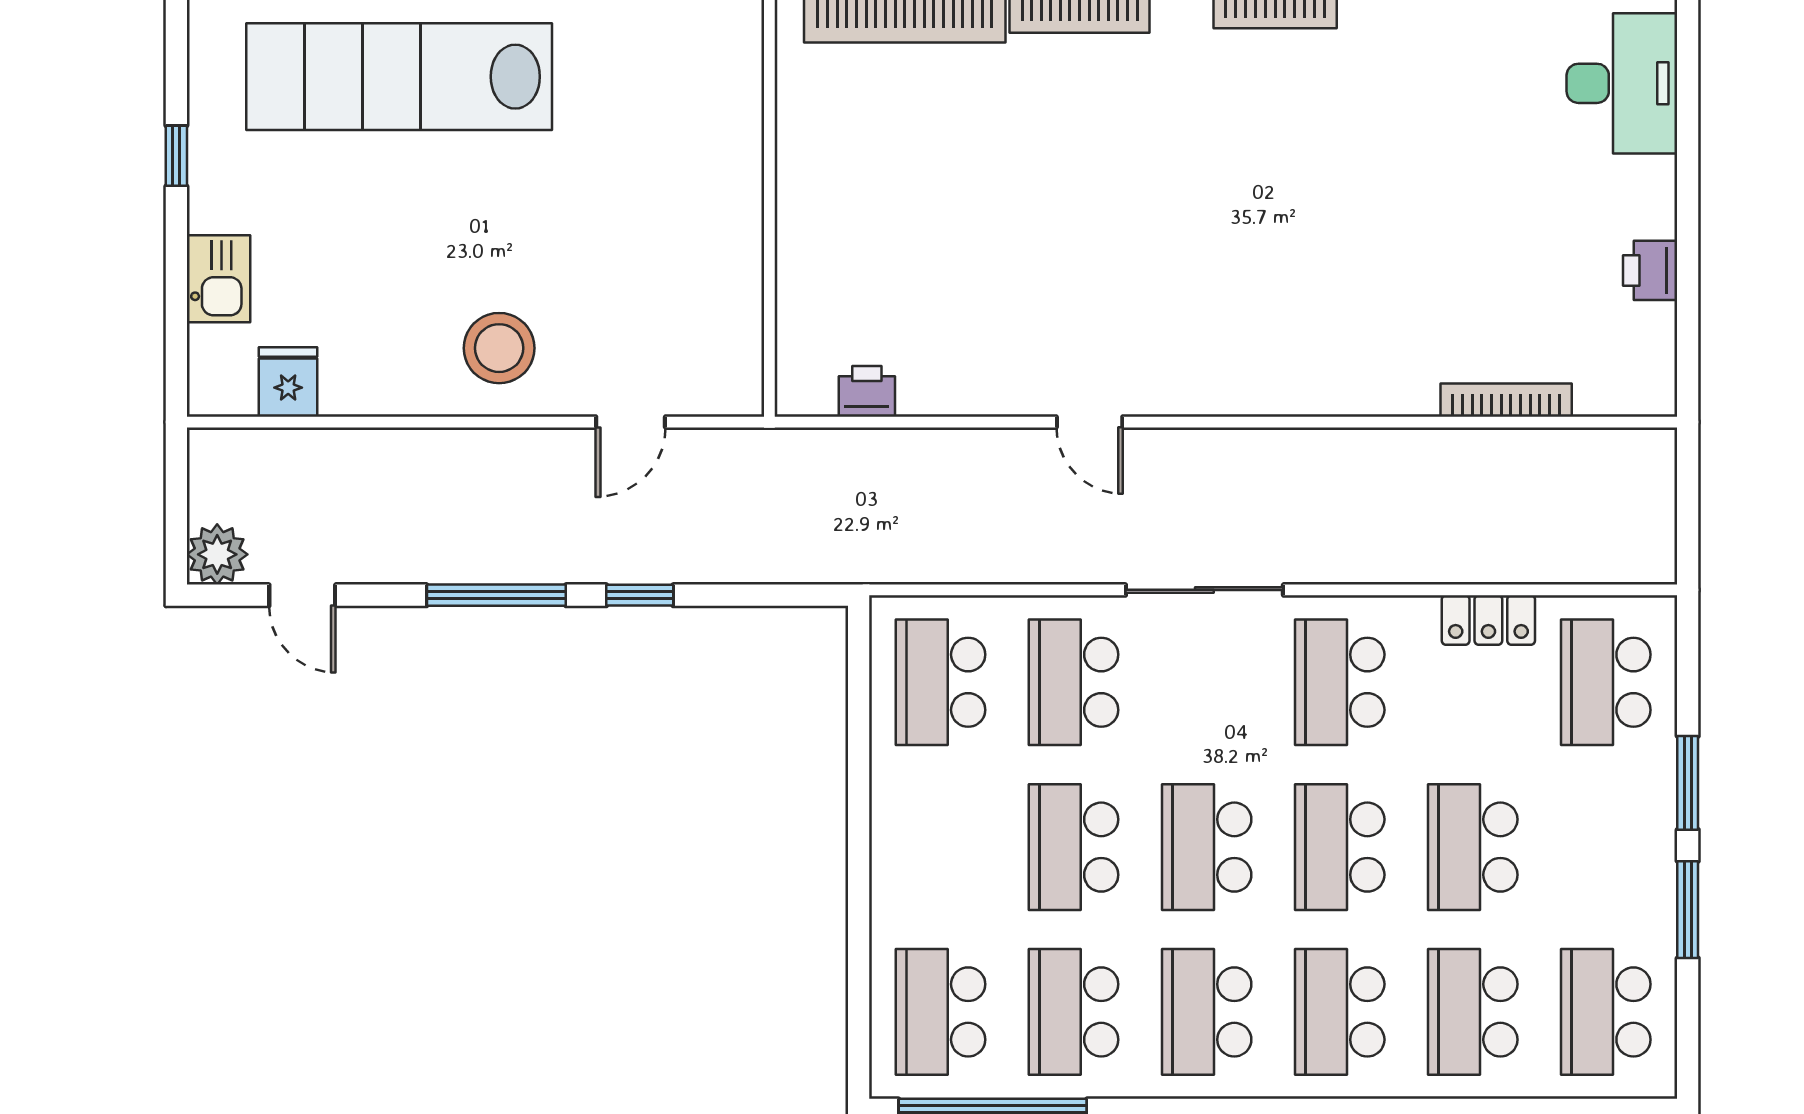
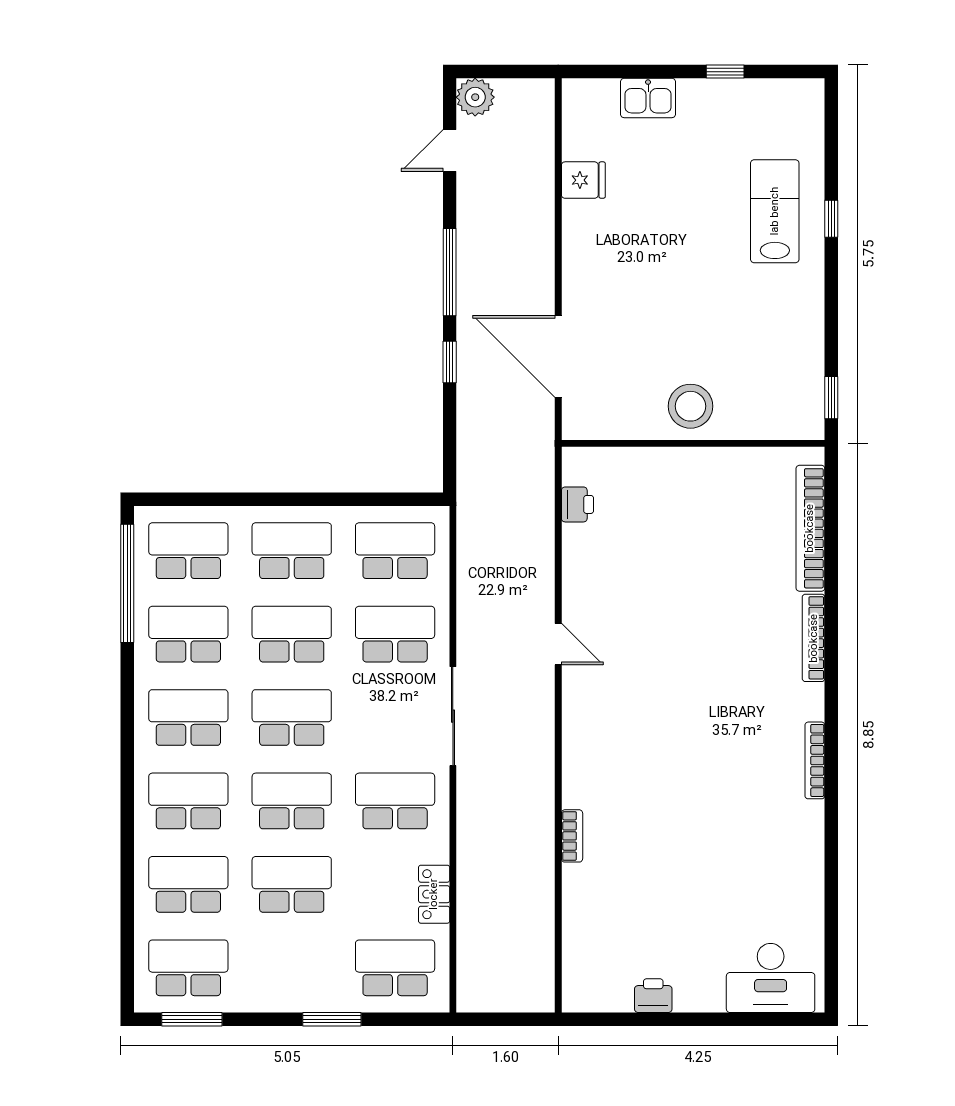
lab bench: (399, 77) -> (775, 211), width x0.54, depth x0.72
stool: (499, 348) -> (690, 406), moved
fridge: (288, 382) -> (583, 180), moved
bookcase: (1506, 400) -> (572, 836), moved, width x0.64
door: (631, 422) -> (558, 356), width x1.87
door: (1090, 422) -> (558, 644), swing flipped
school desk: (940, 847) -> (292, 551), added
window: (1688, 910) -> (192, 1019), moved

